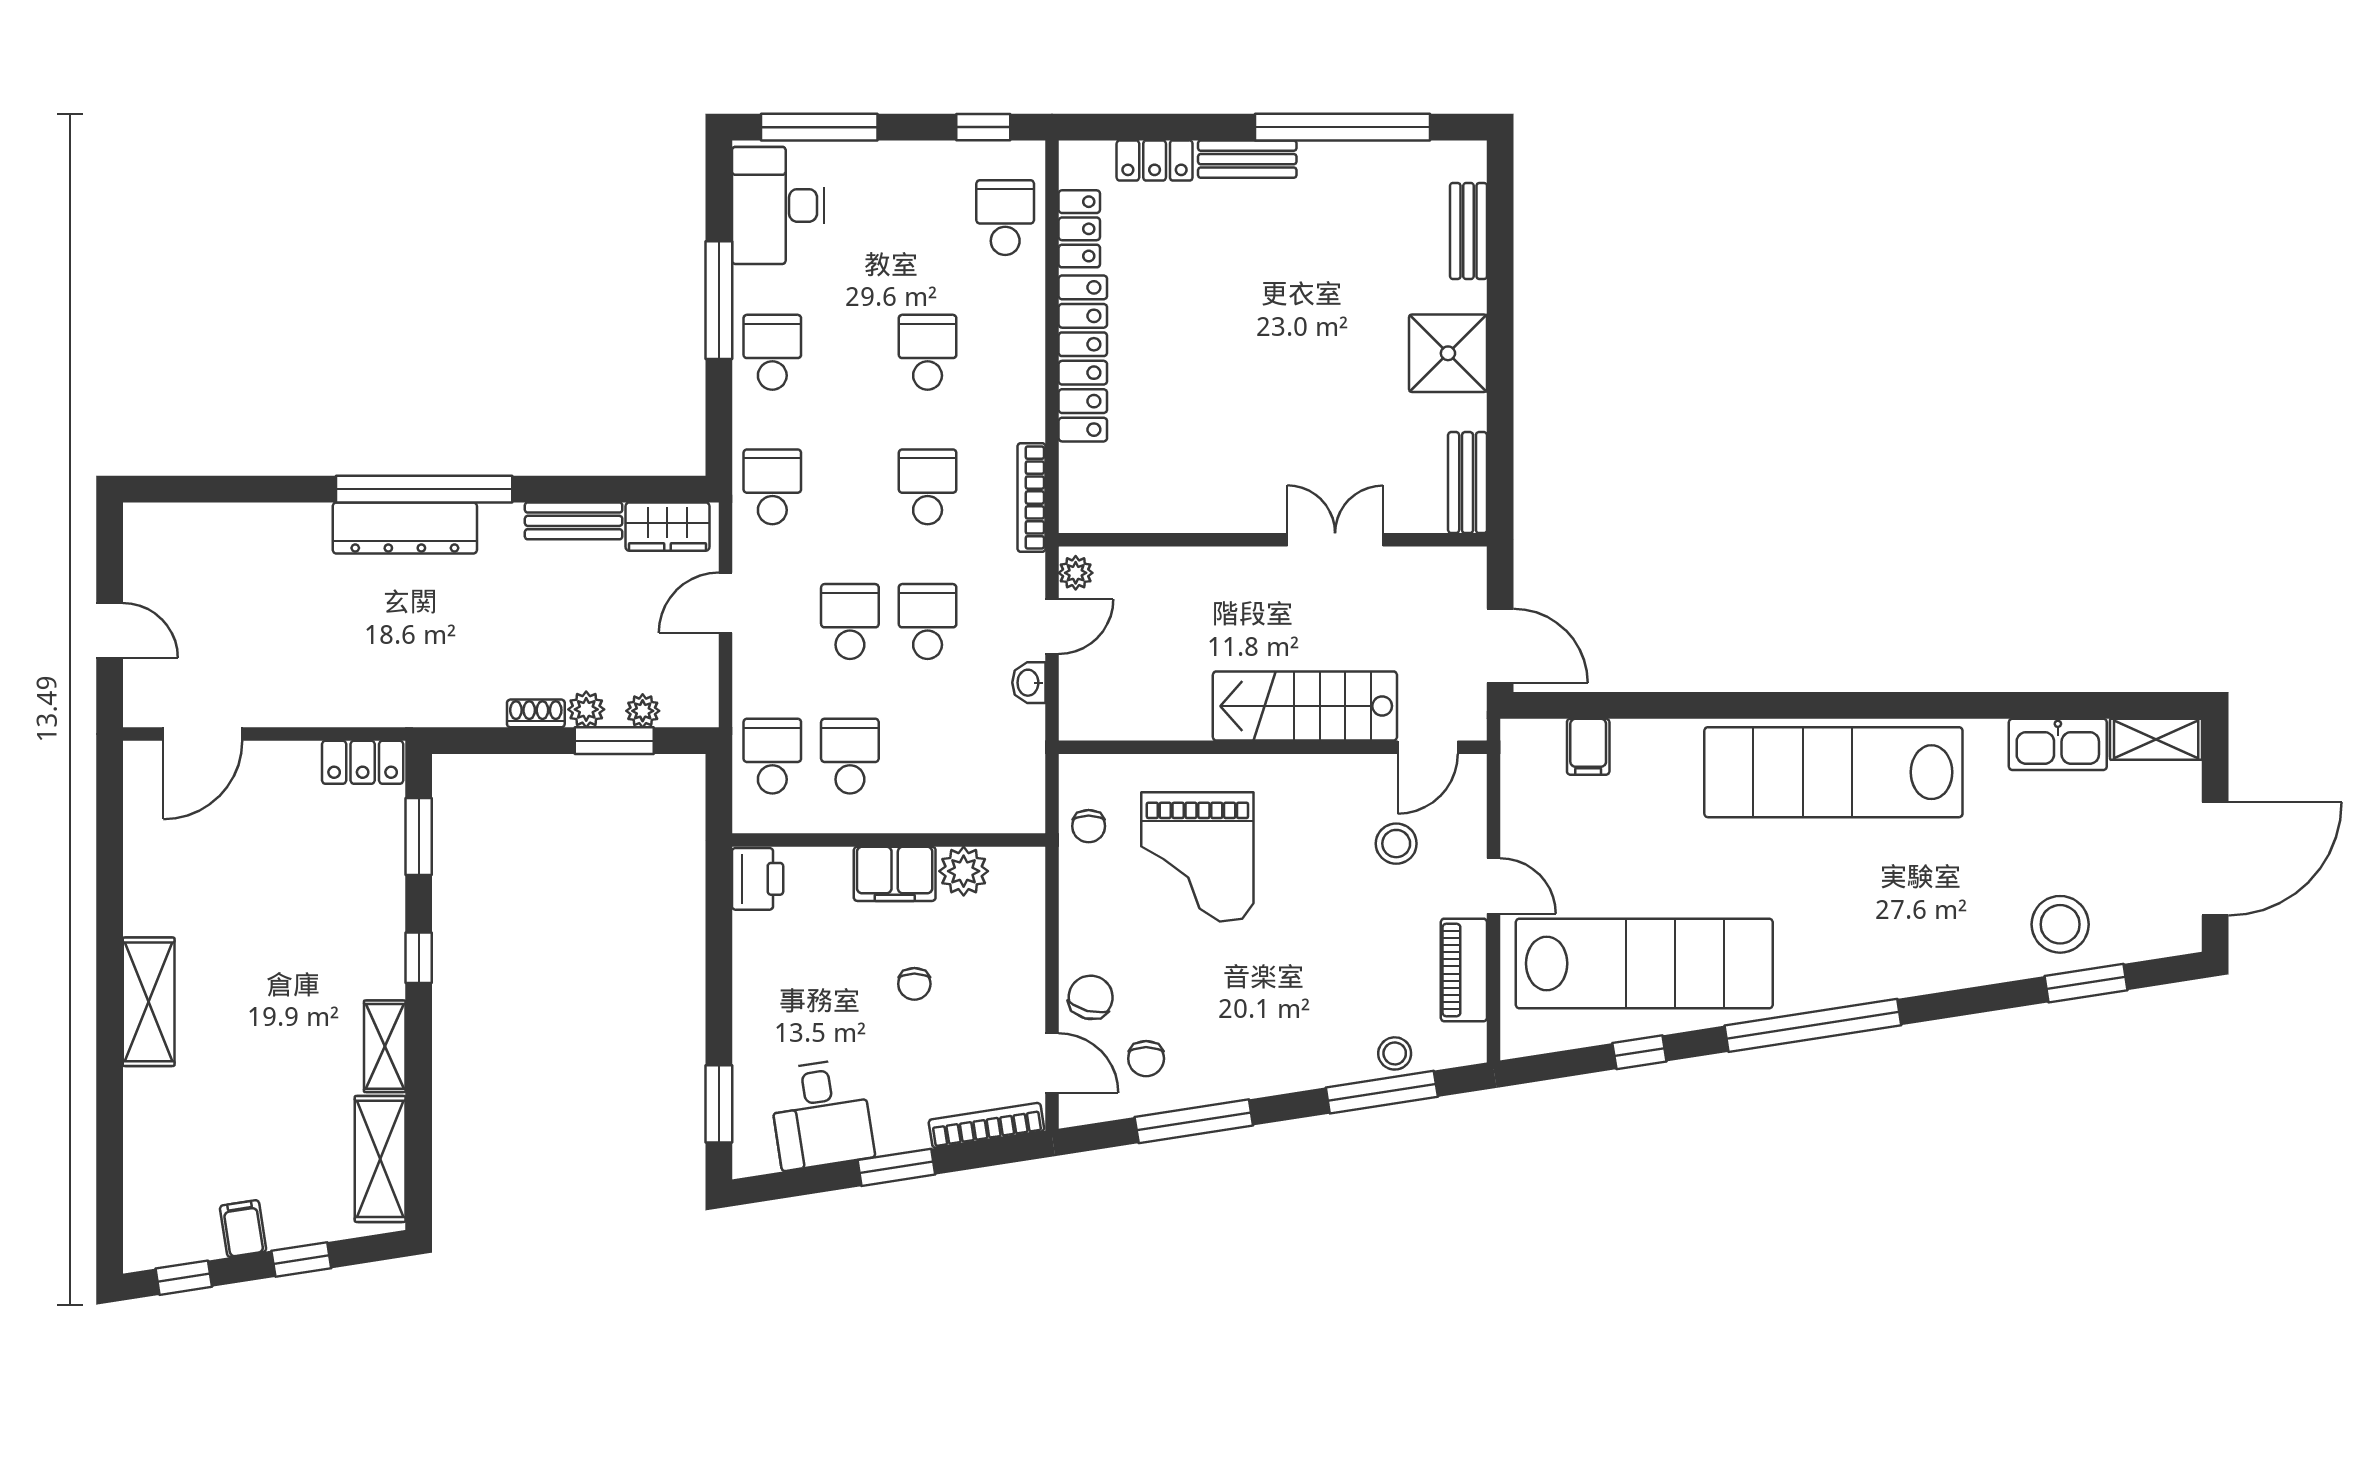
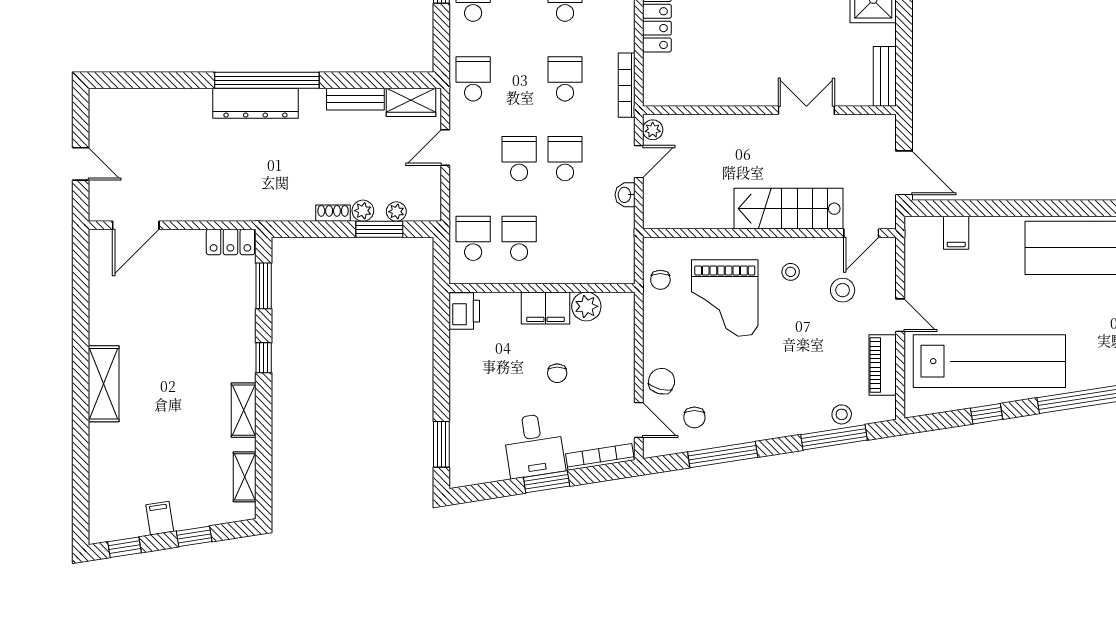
stool: (1308, 813) -> (791, 272), added
desk: (821, 1114) -> (534, 445), moved
shelving: (380, 1159) -> (245, 477), width x0.67, depth x0.75

